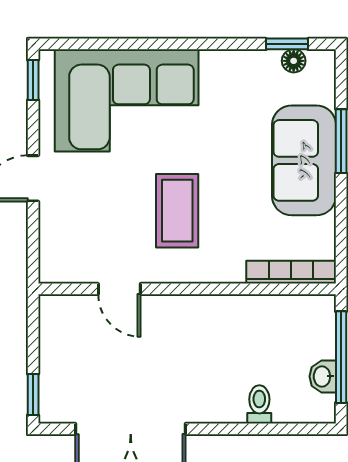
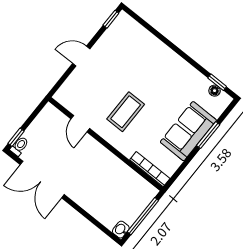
corner sofa: (127, 100) -> (140, 55), removed
washbasin: (323, 376) -> (121, 230), moved
toilet: (259, 404) -> (19, 146), moved

